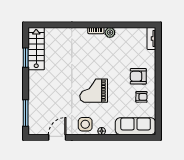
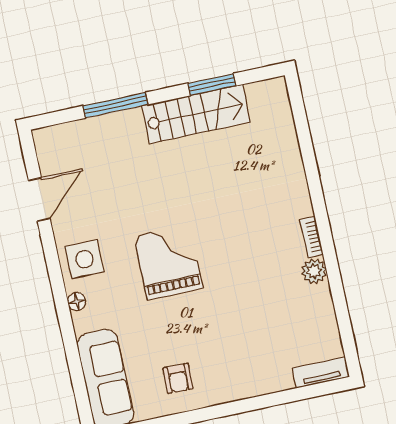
stairs: (36, 49) -> (196, 114), moved
armchair: (138, 76) -> (225, 360), removed
window: (26, 113) -> (115, 105), moved
door: (57, 137) -> (39, 199), hinge flipped

